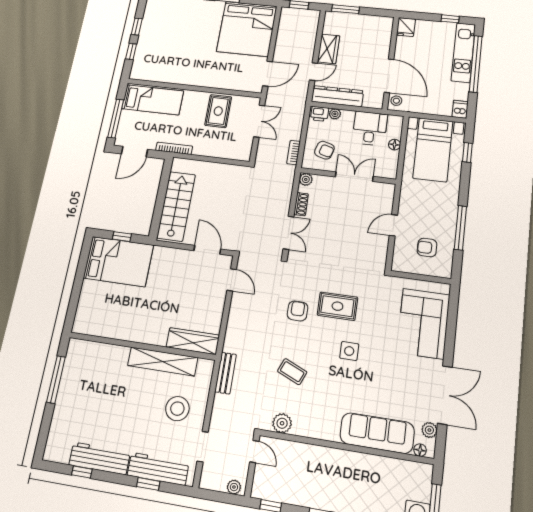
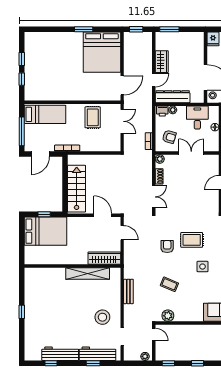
wardrobe: (193, 341) -> (104, 258), moved
wall: (142, 346) -> (72, 266), moved
shelving: (163, 362) -> (88, 274), moved
window: (56, 380) -> (22, 312), width x0.46

